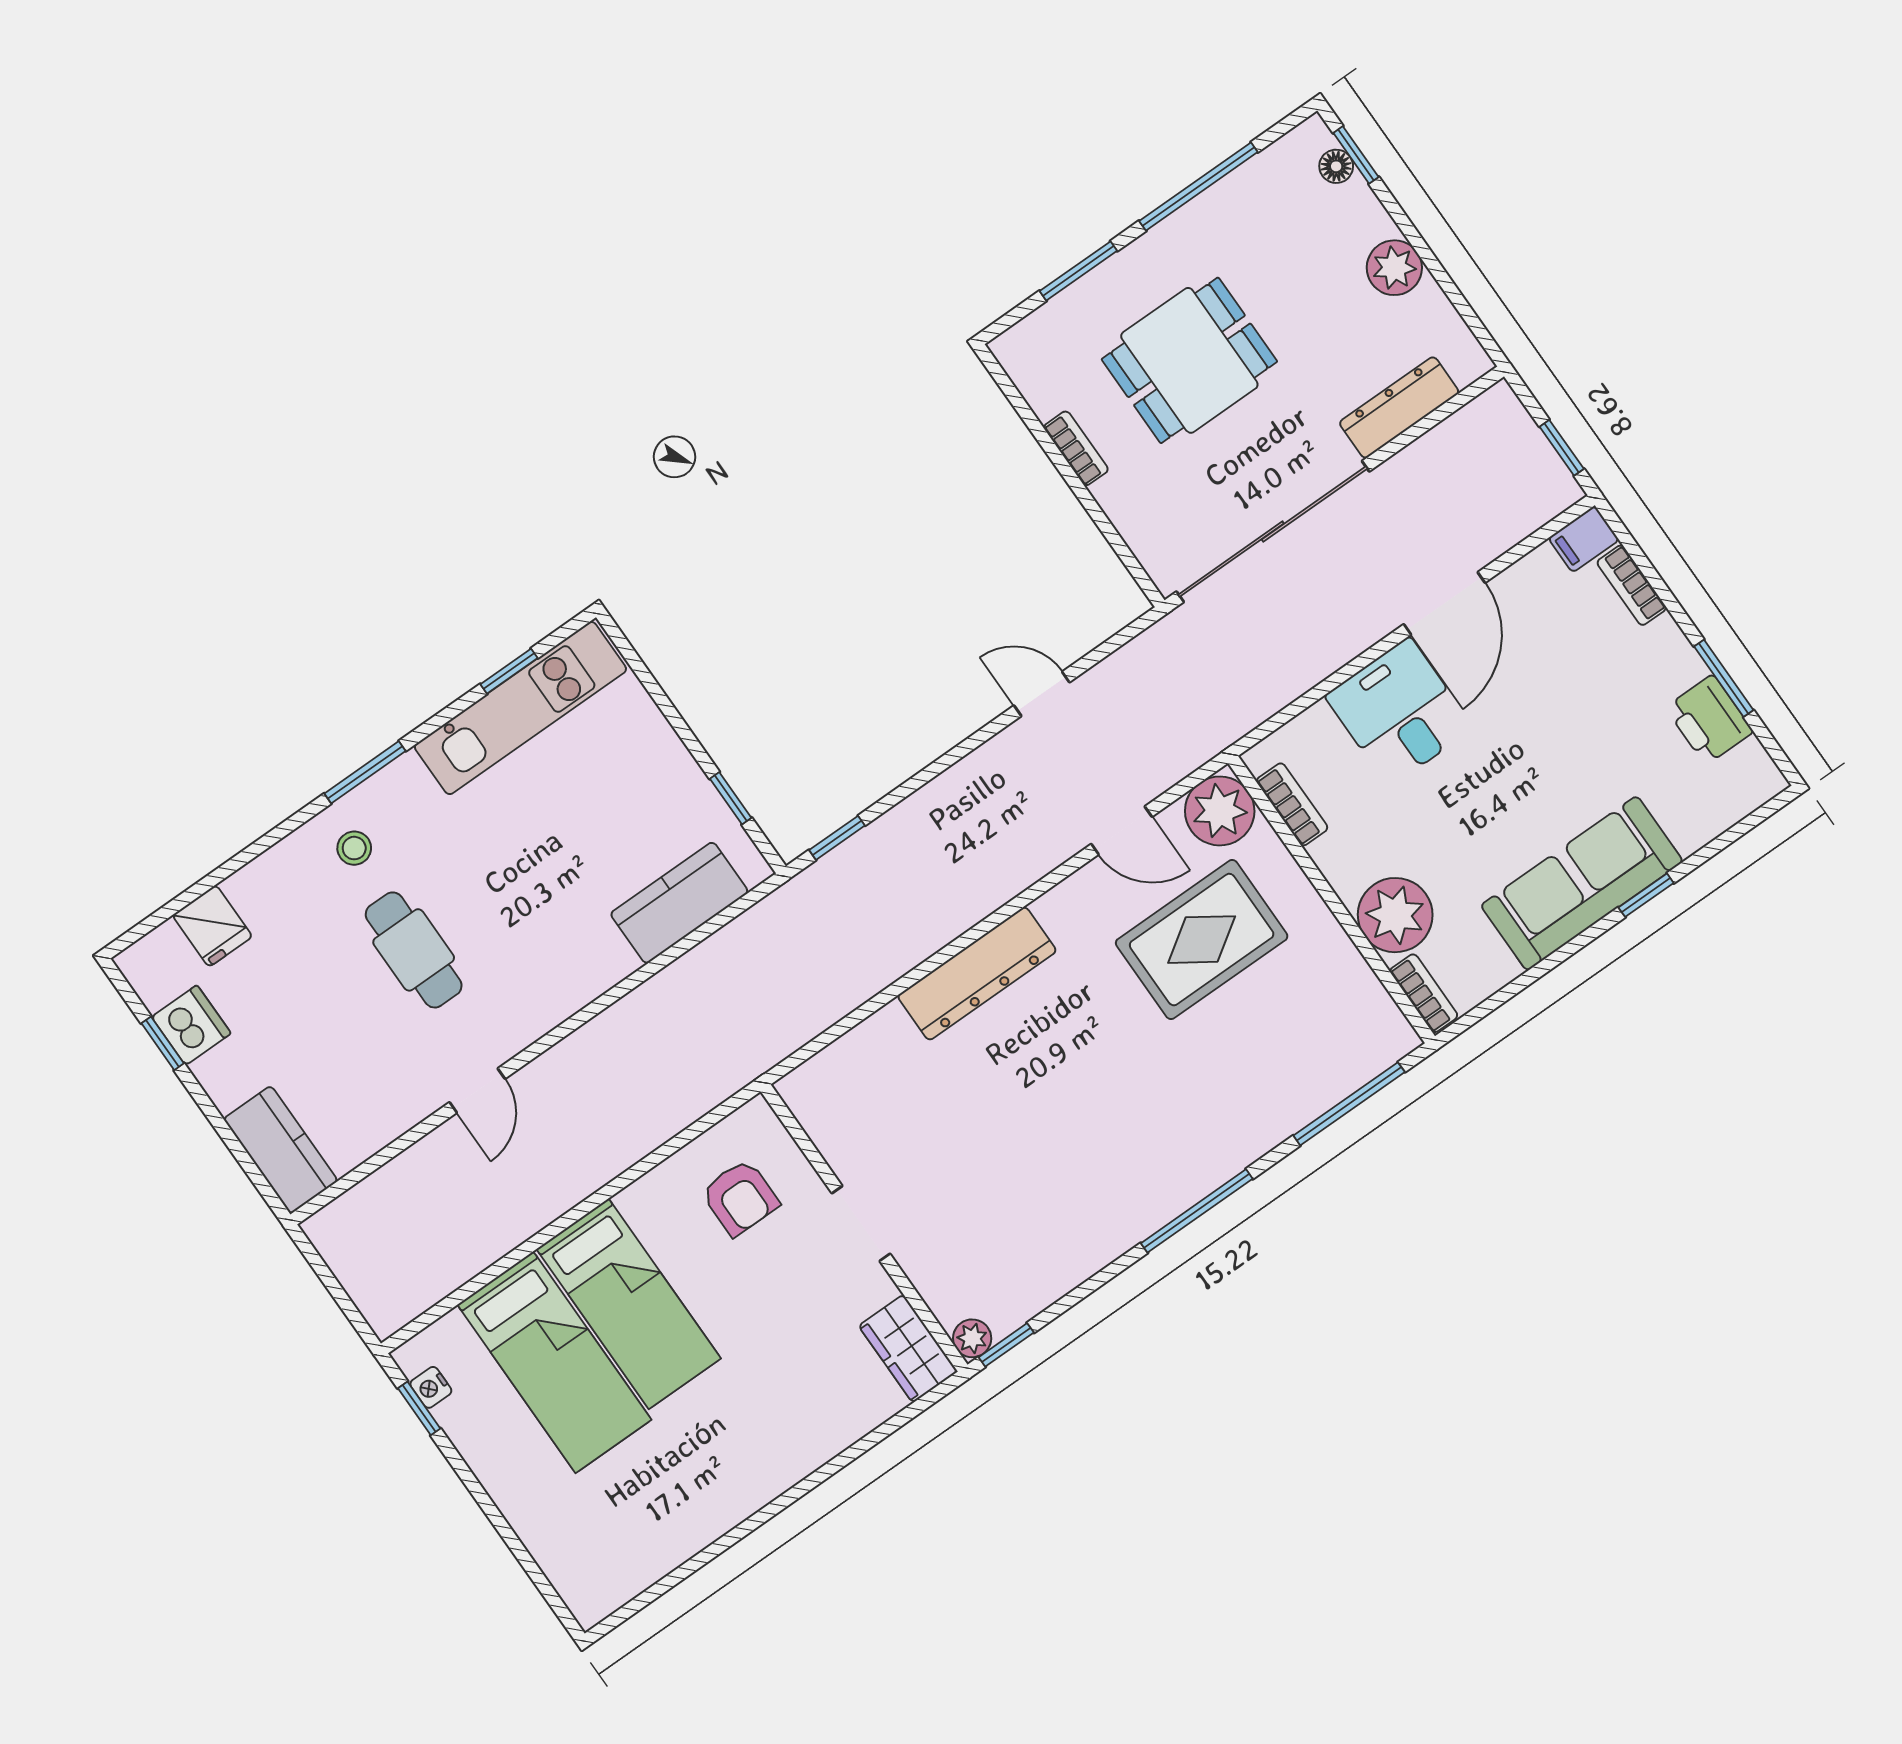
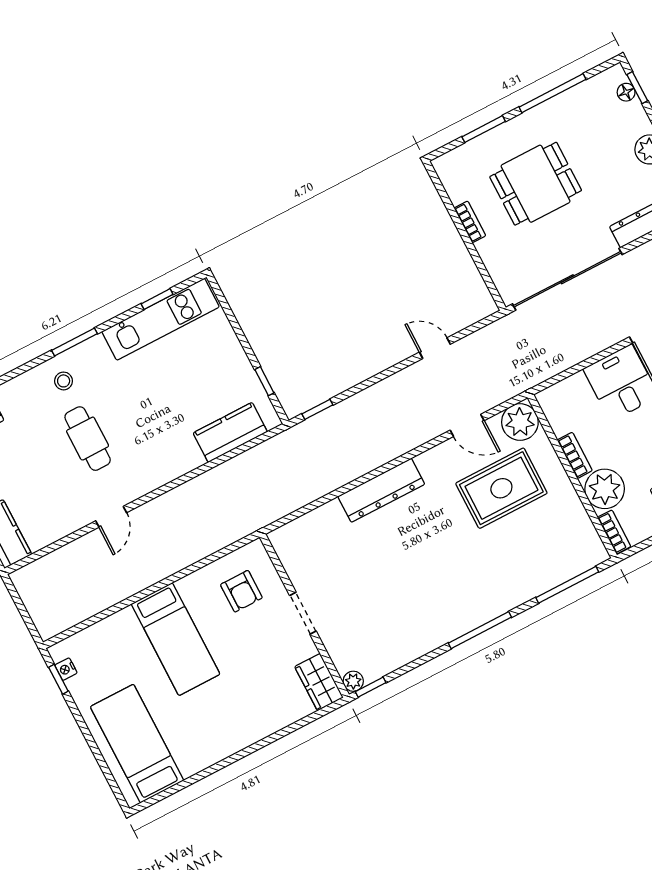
bookcase: (1292, 804) -> (575, 455), moved
bed: (554, 1362) -> (137, 744), moved, turned 180

